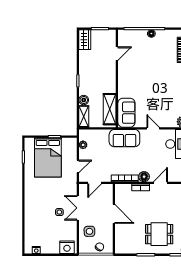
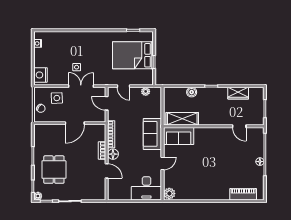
wardrobe: (85, 40) -> (238, 93), moved
shelving: (84, 116) -> (175, 92), removed

